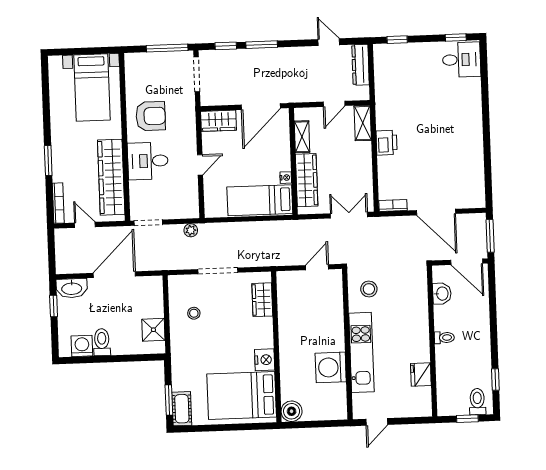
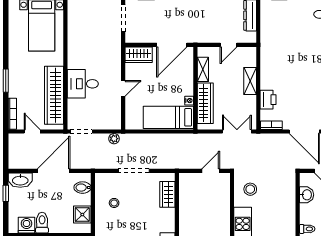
armchair: (151, 116) -> (86, 49), removed
shelving: (363, 123) -> (250, 81), moved
printer: (387, 143) -> (268, 100), moved
bidet: (152, 295) -> (83, 188), added

